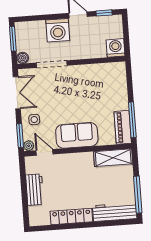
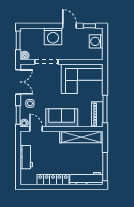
washing machine: (115, 48) -> (96, 41), moved, turned -90
corner sofa: (100, 83) -> (82, 79), added
shelving: (113, 158) -> (81, 137), width x1.47

